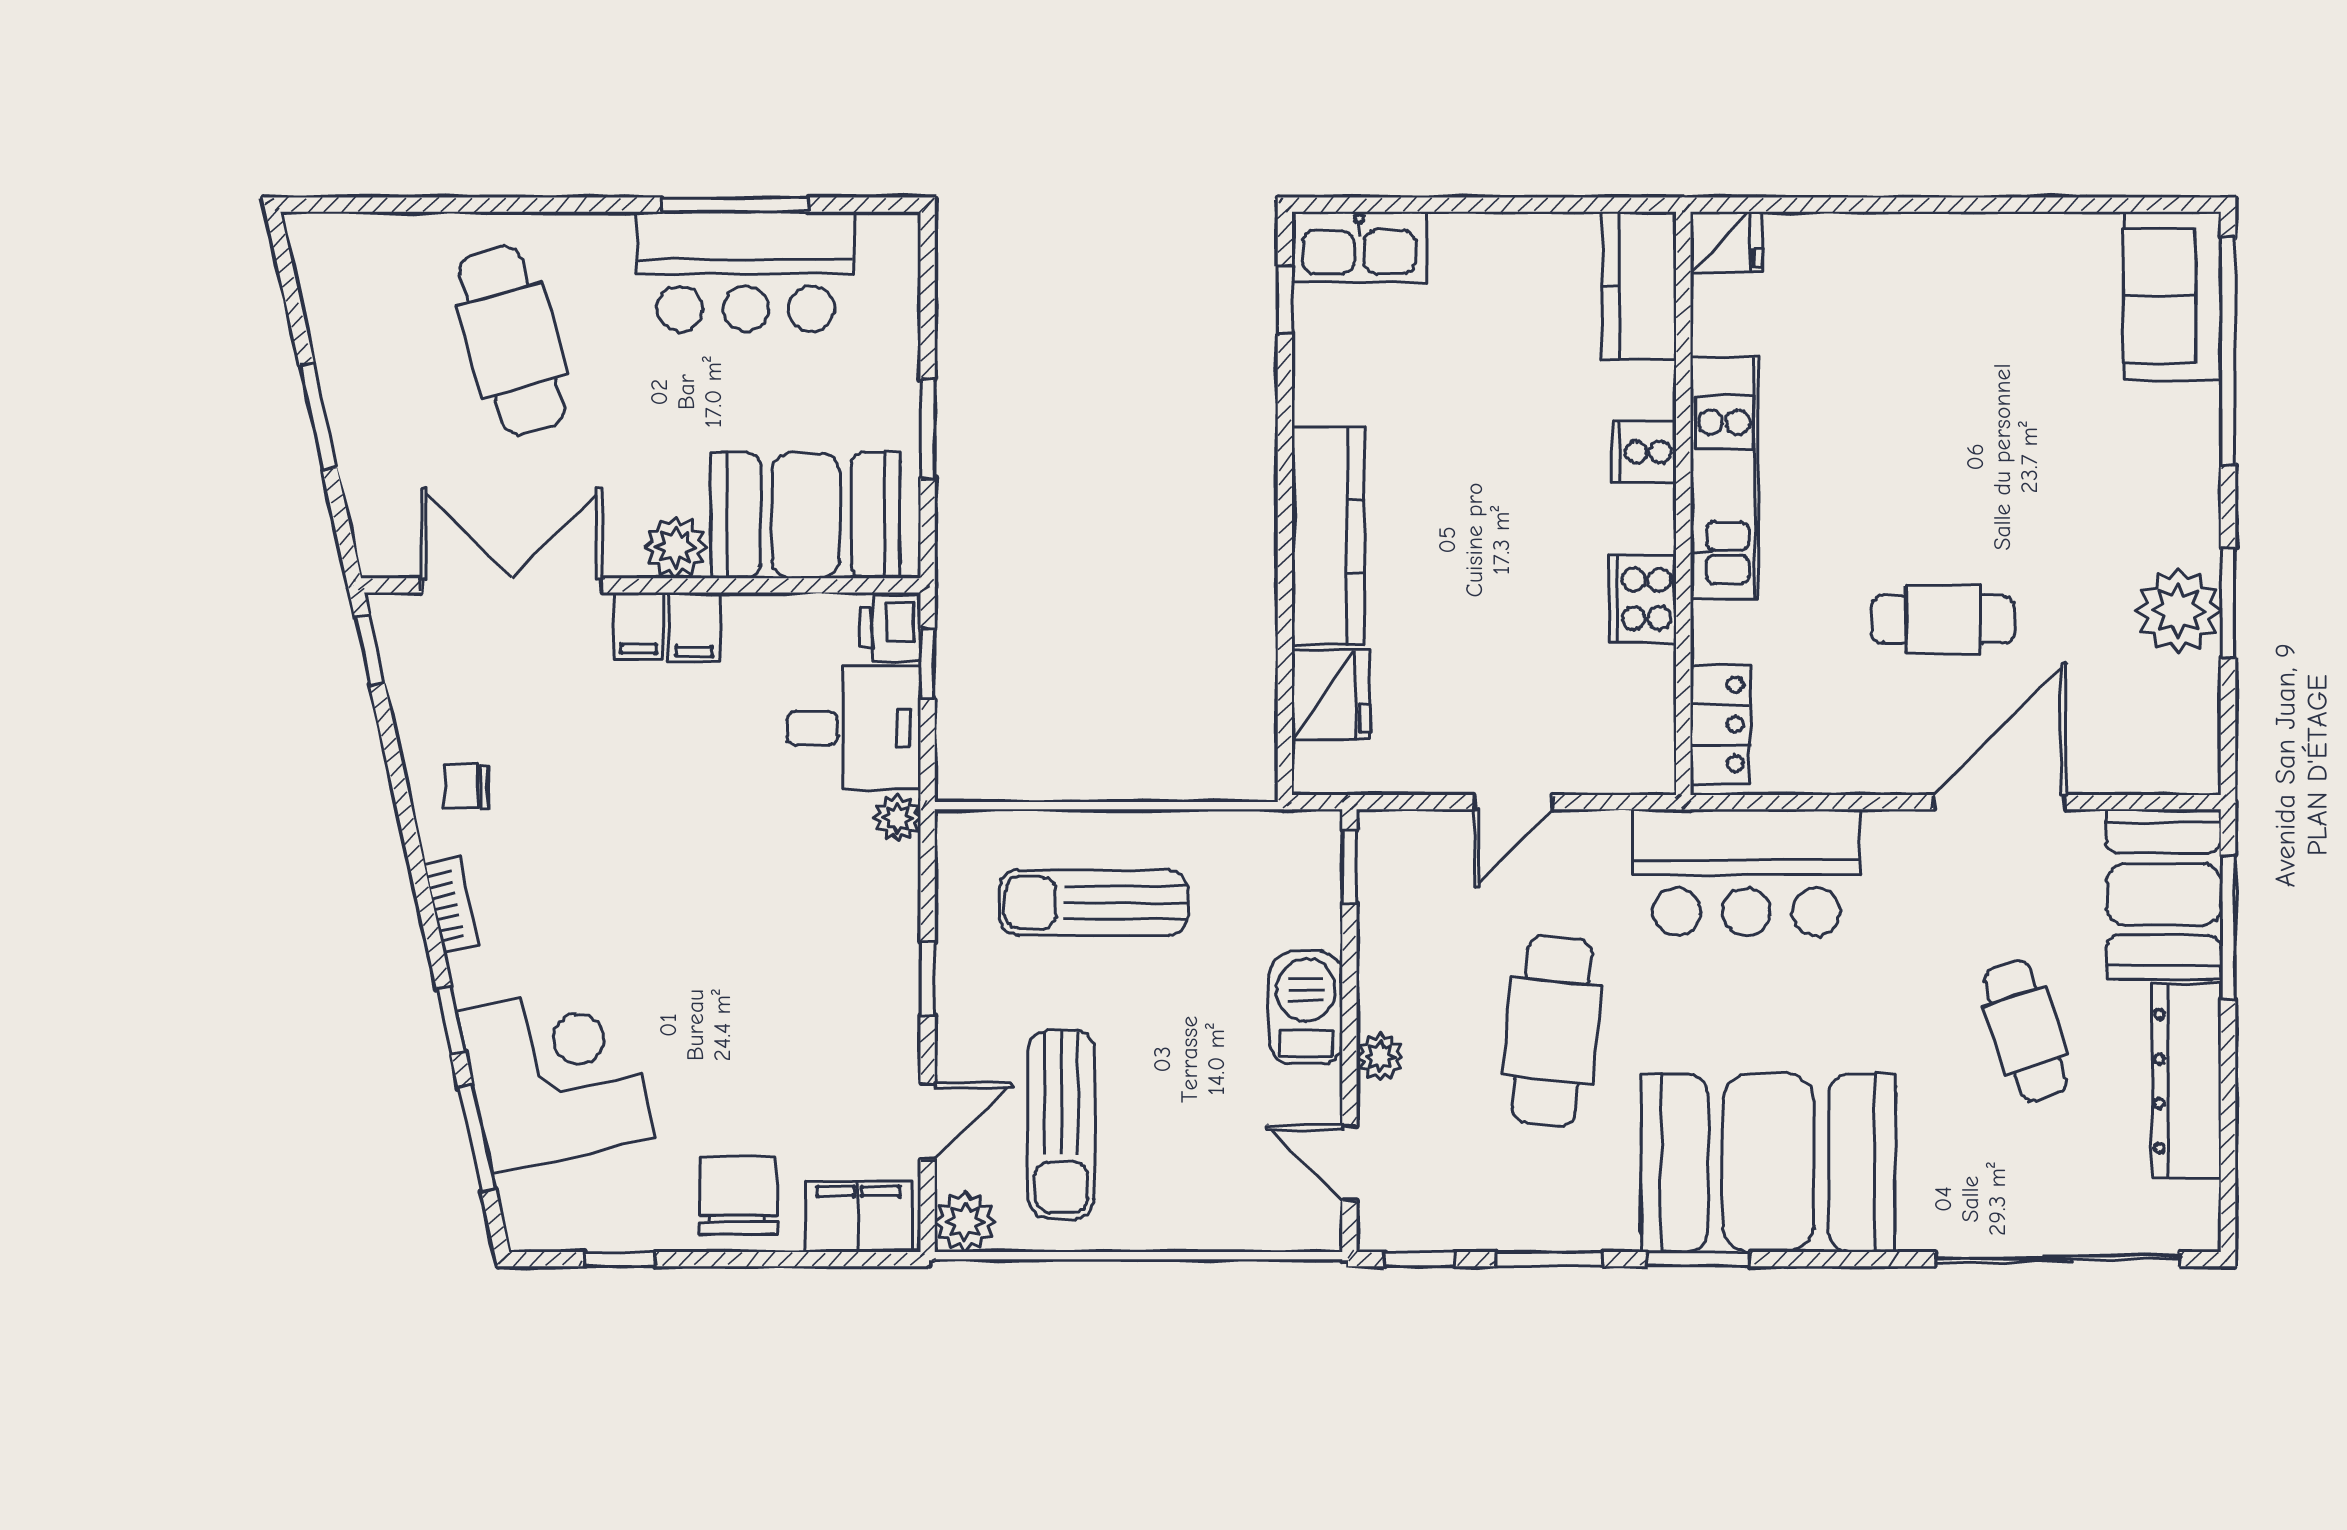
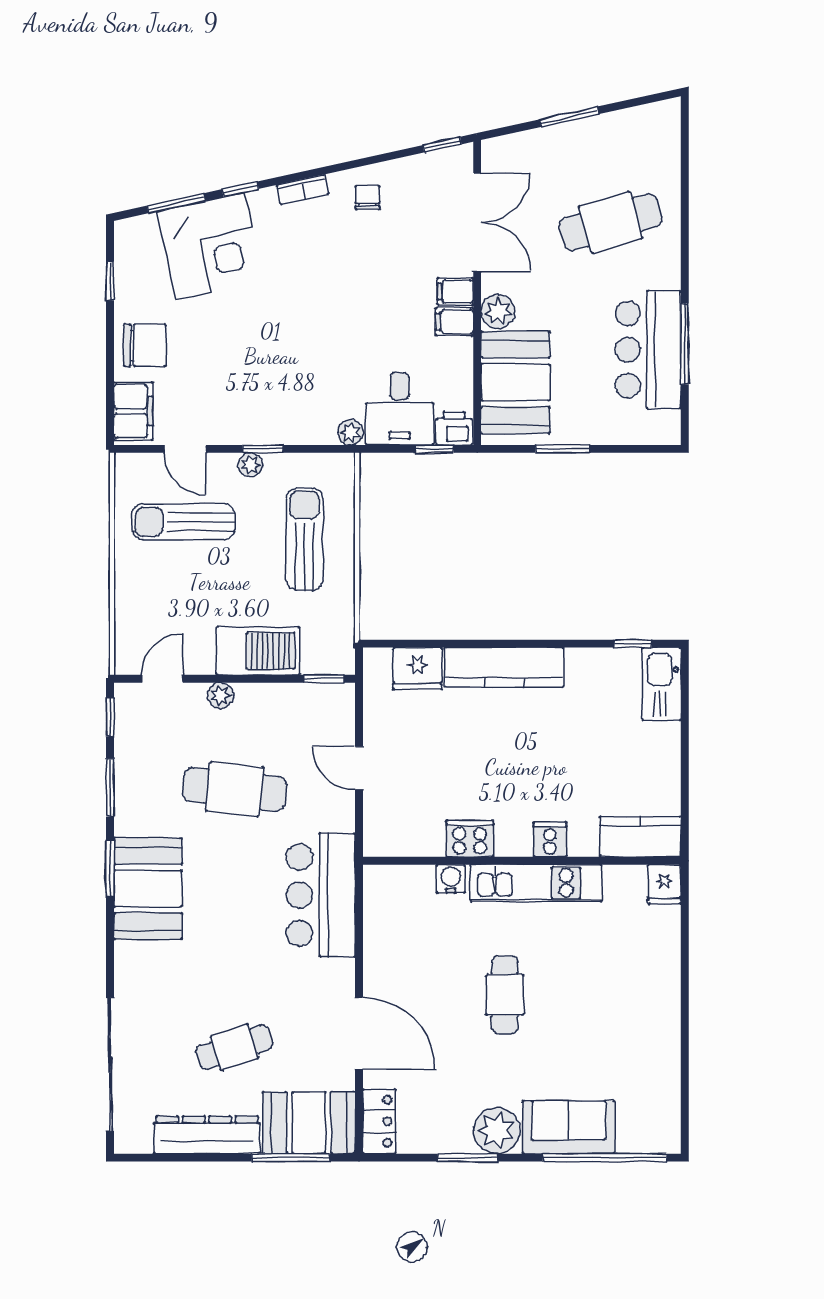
sofa: (2172, 296) -> (569, 1127), moved
plant: (2178, 611) -> (497, 1131), moved
cafe table: (1943, 619) -> (505, 995), moved
water cooler: (1716, 634) -> (451, 879), added
locker: (1720, 724) -> (379, 1121), moved, turned -90
barbecue: (1306, 1008) -> (258, 651), width x1.37, depth x1.21
booth: (1768, 1163) -> (148, 889), width x0.73, depth x0.70
plant: (965, 1222) -> (250, 465), moved, width x0.73, depth x0.73

